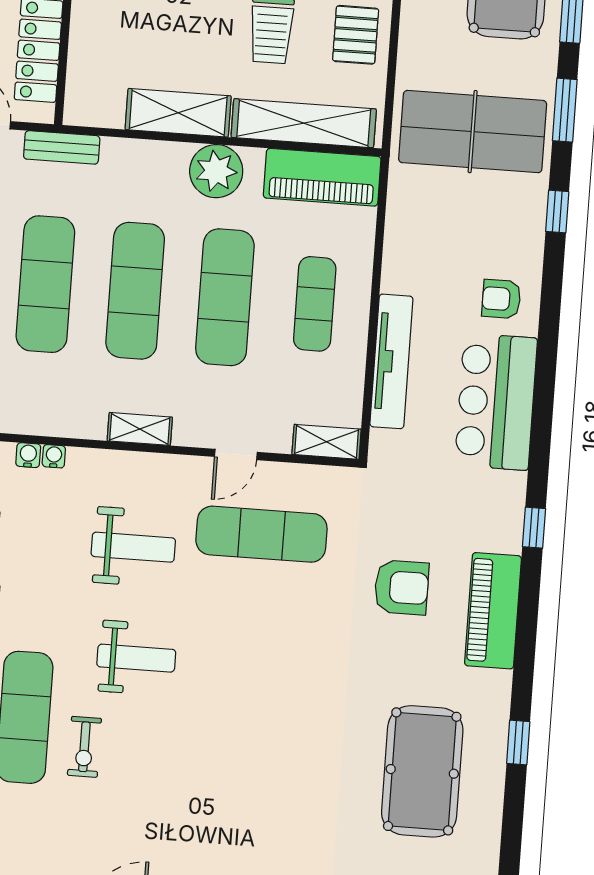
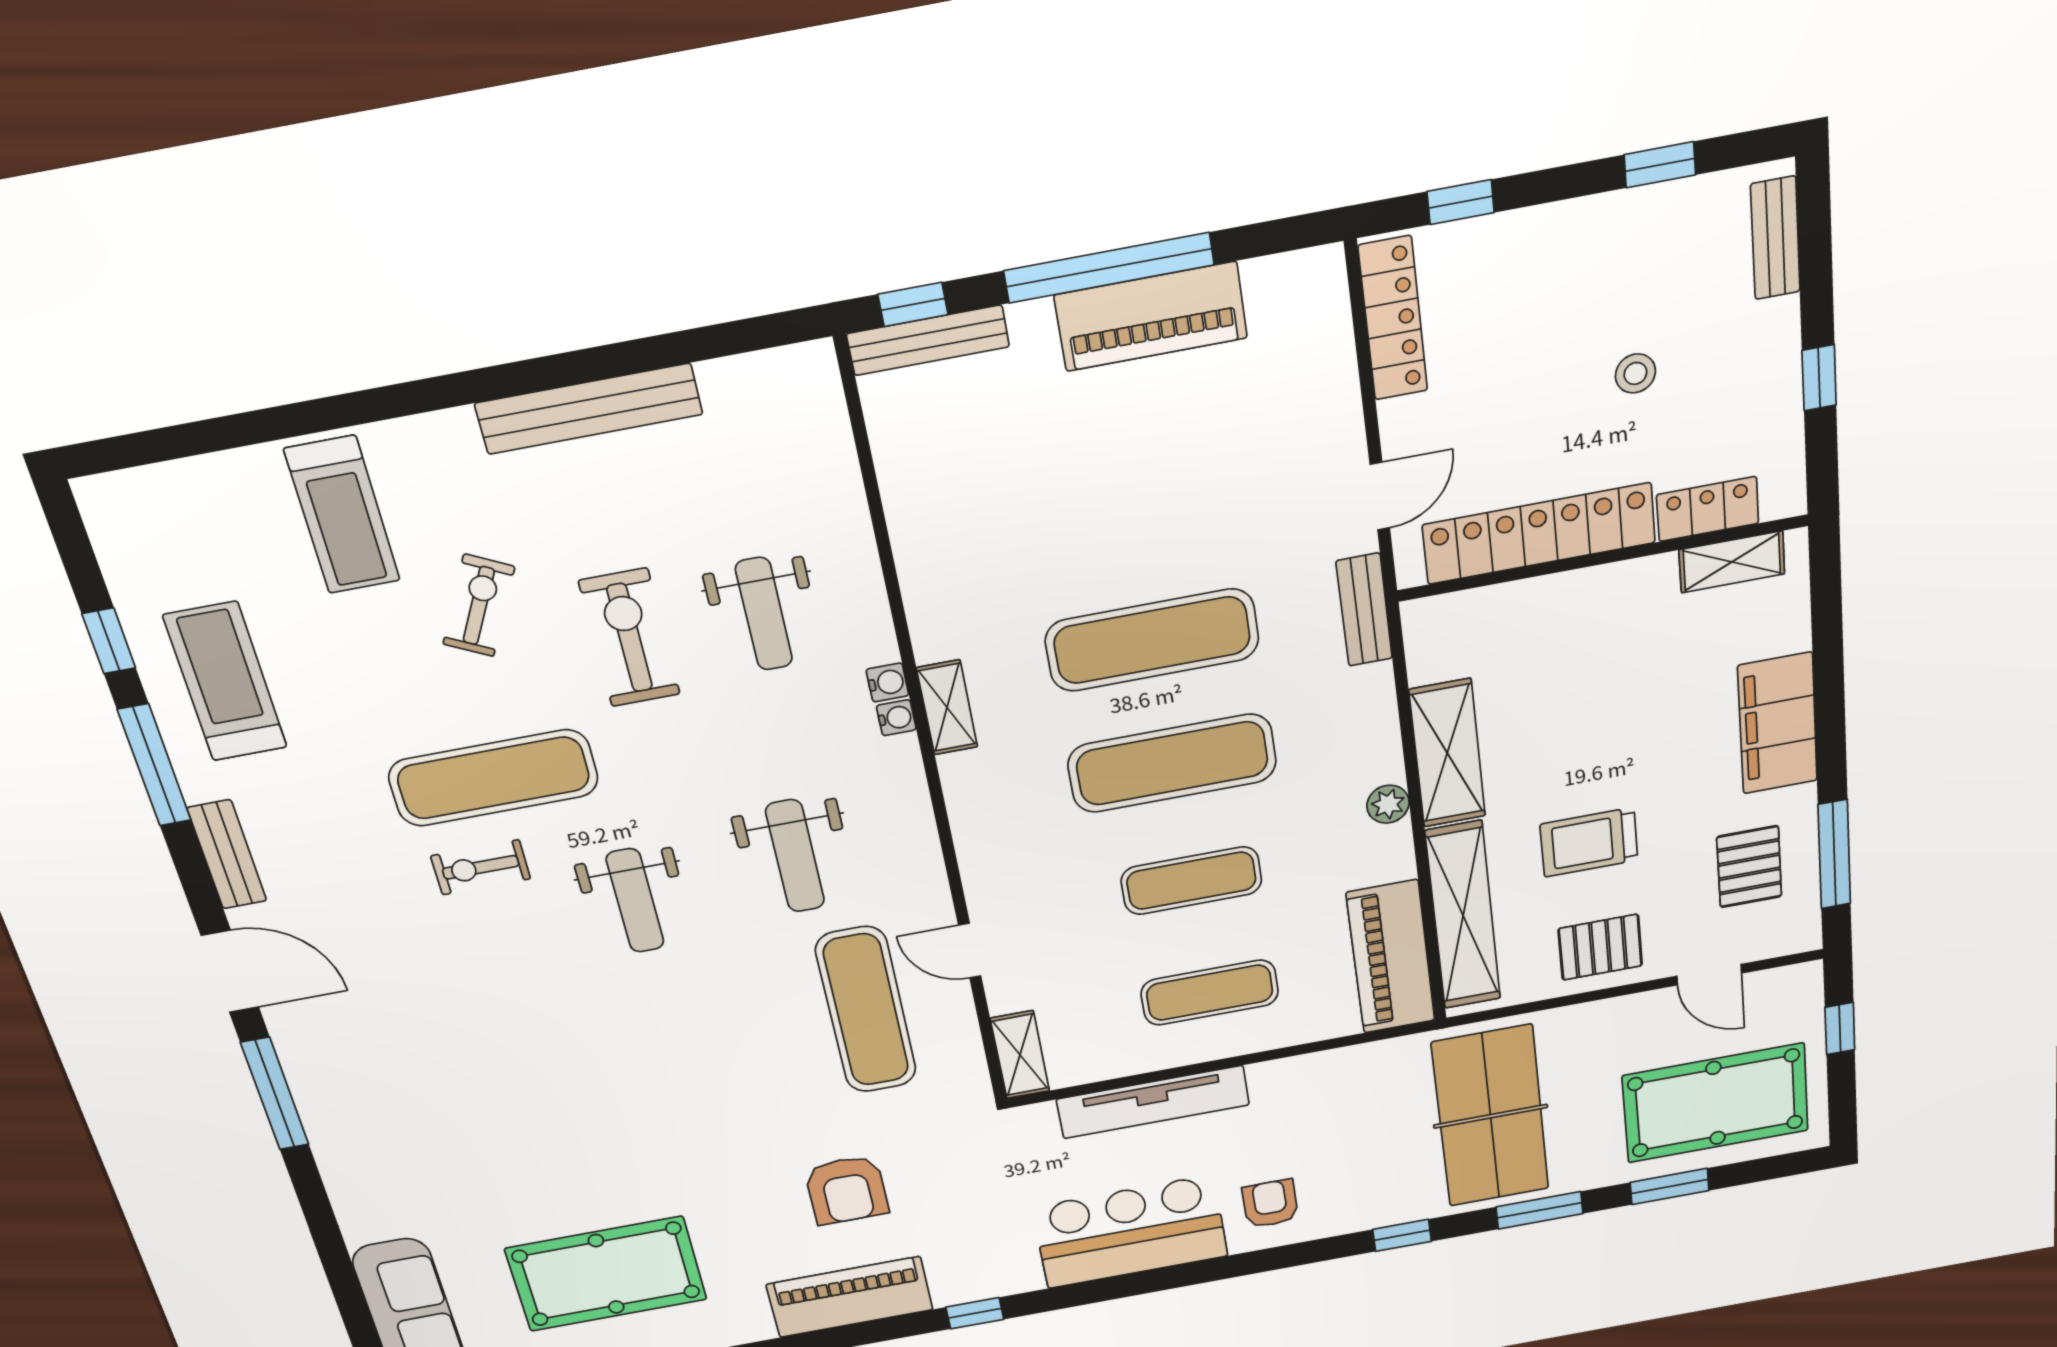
plant: (216, 171) -> (1388, 804), width x0.53, depth x0.53
exercise mat: (225, 297) -> (1191, 881), width x0.73, depth x0.69
shelving: (140, 429) -> (947, 707), moved

